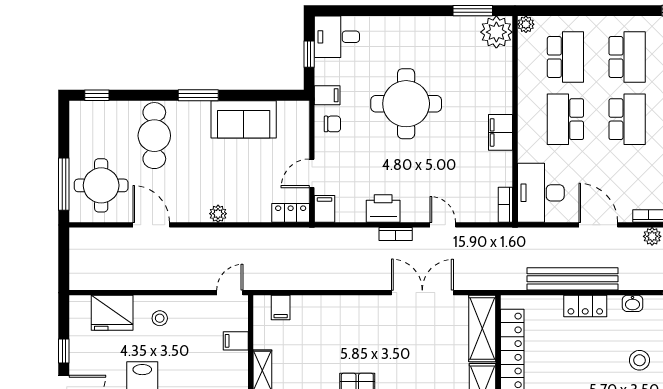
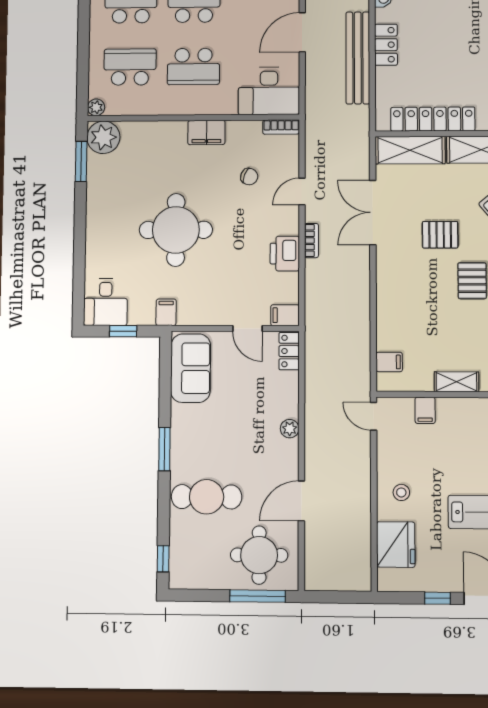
sofa: (244, 119) -> (191, 368), moved
chair: (332, 124) -> (249, 177), moved, turned 111
pallet: (401, 356) -> (440, 235), added

